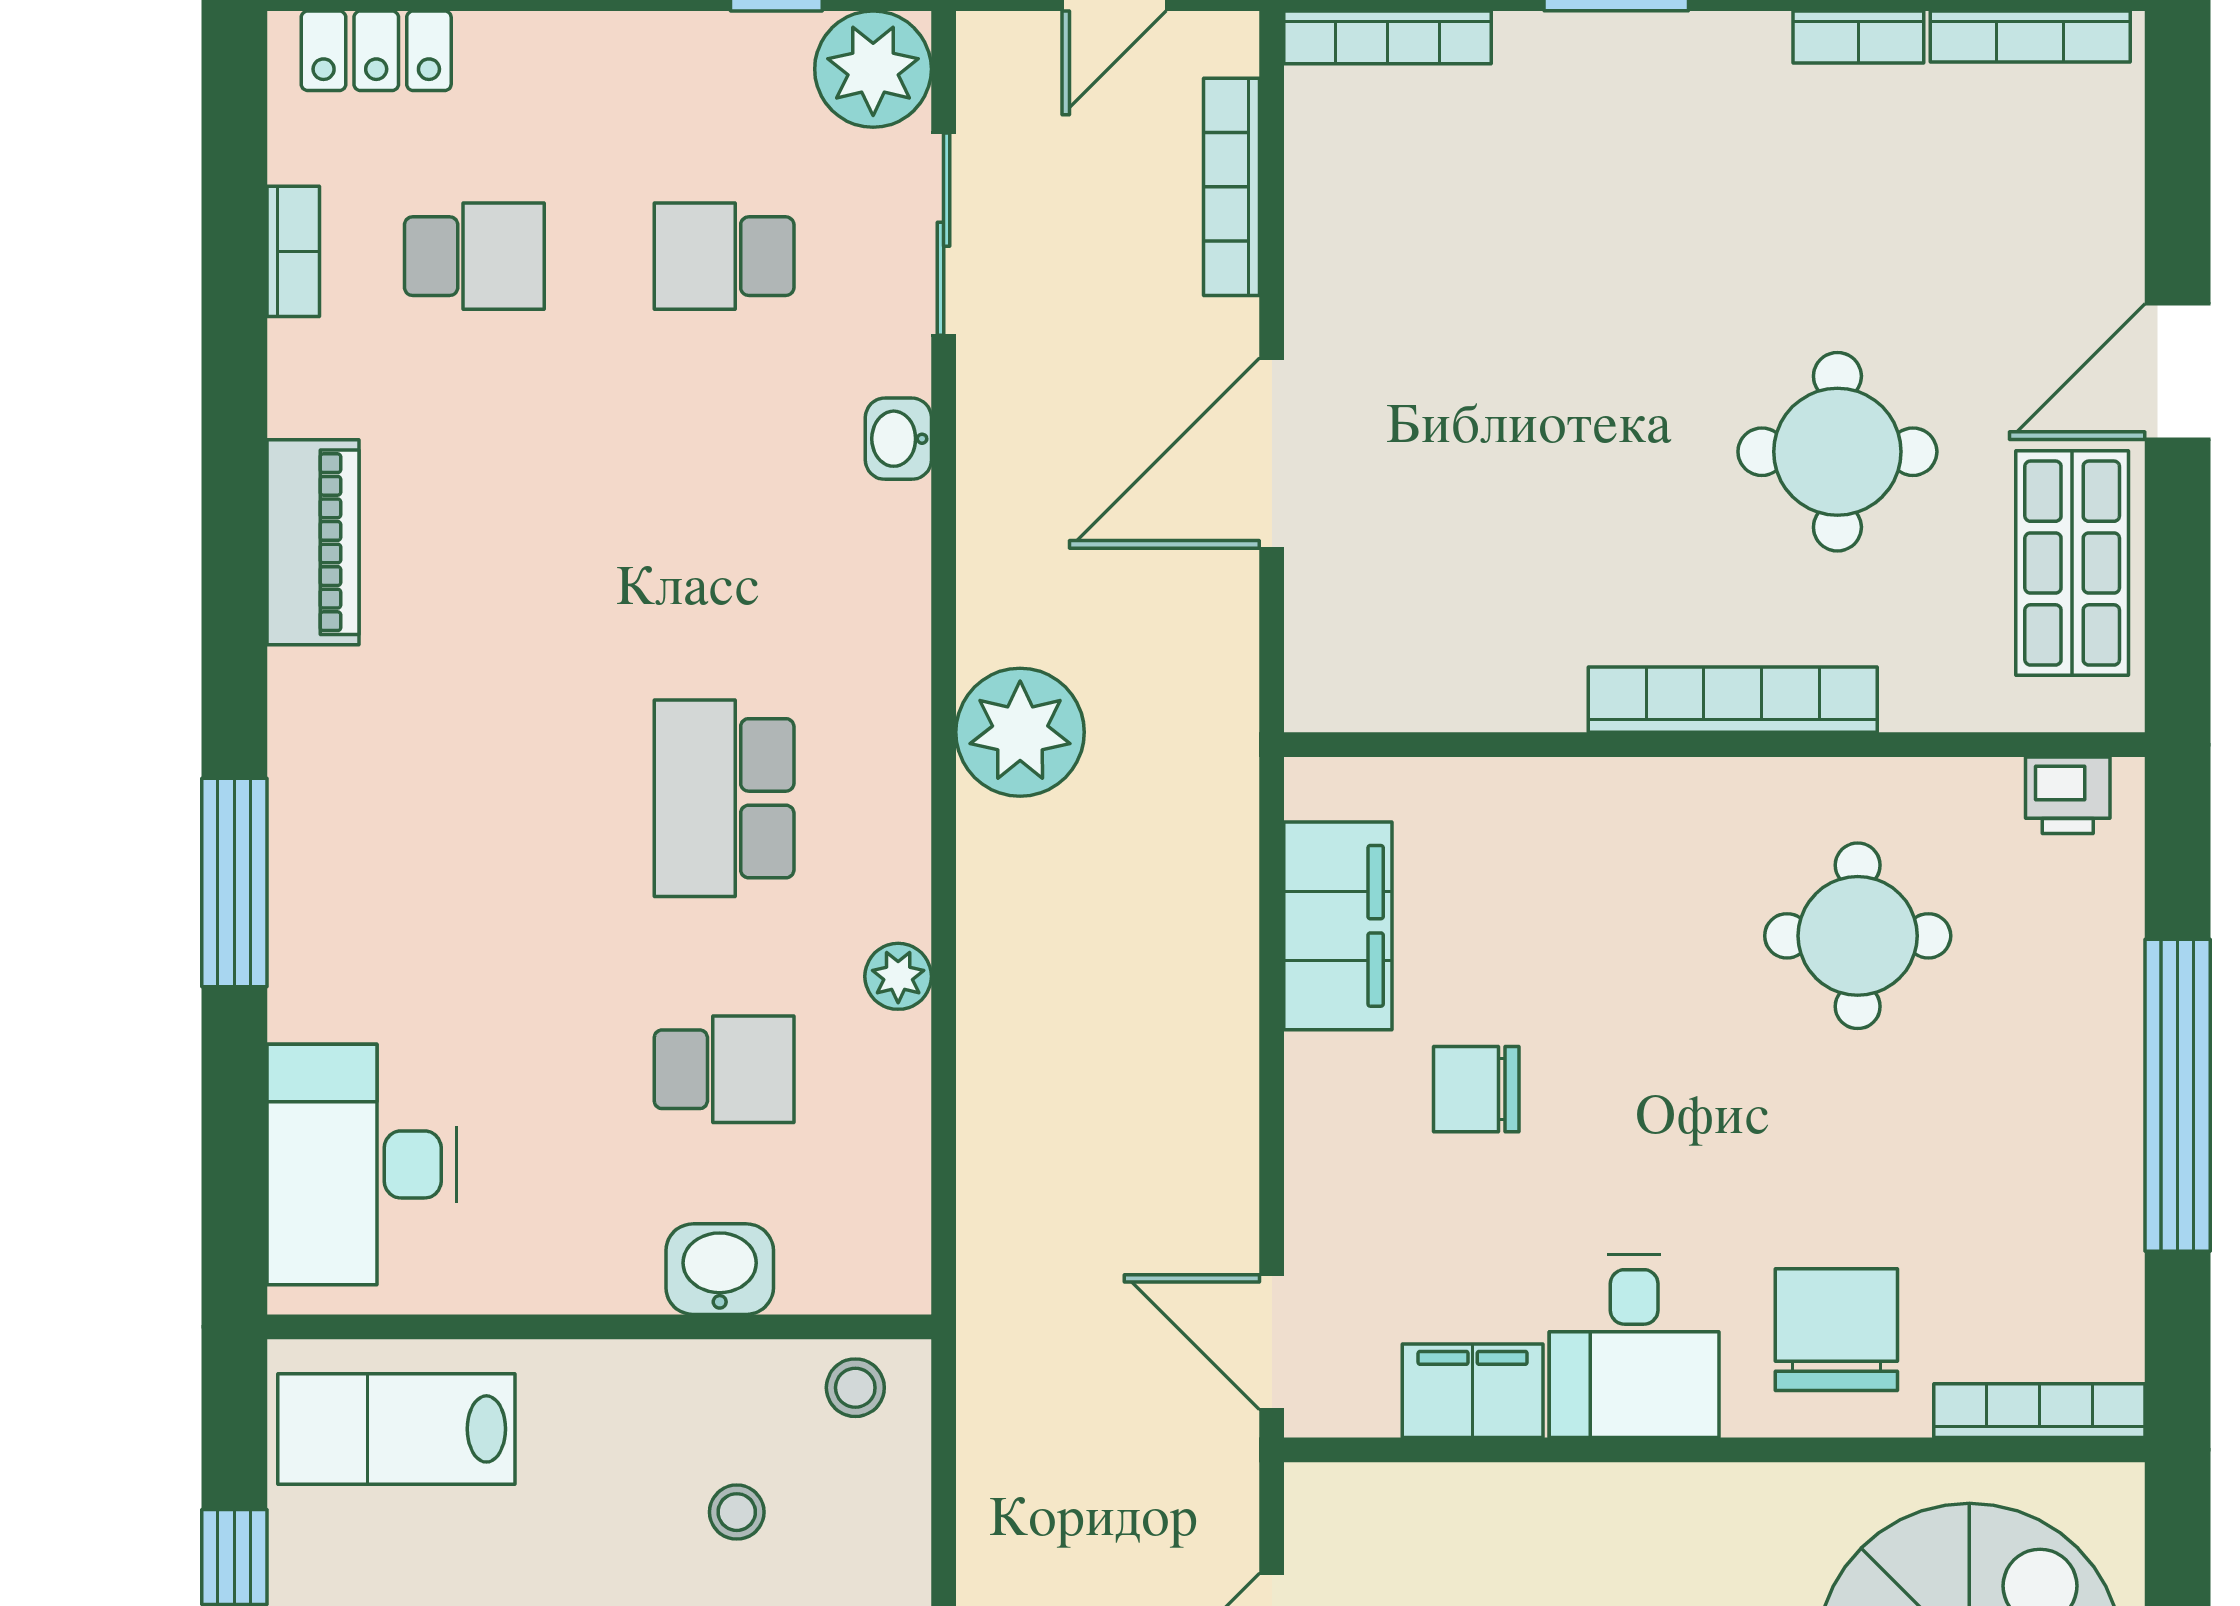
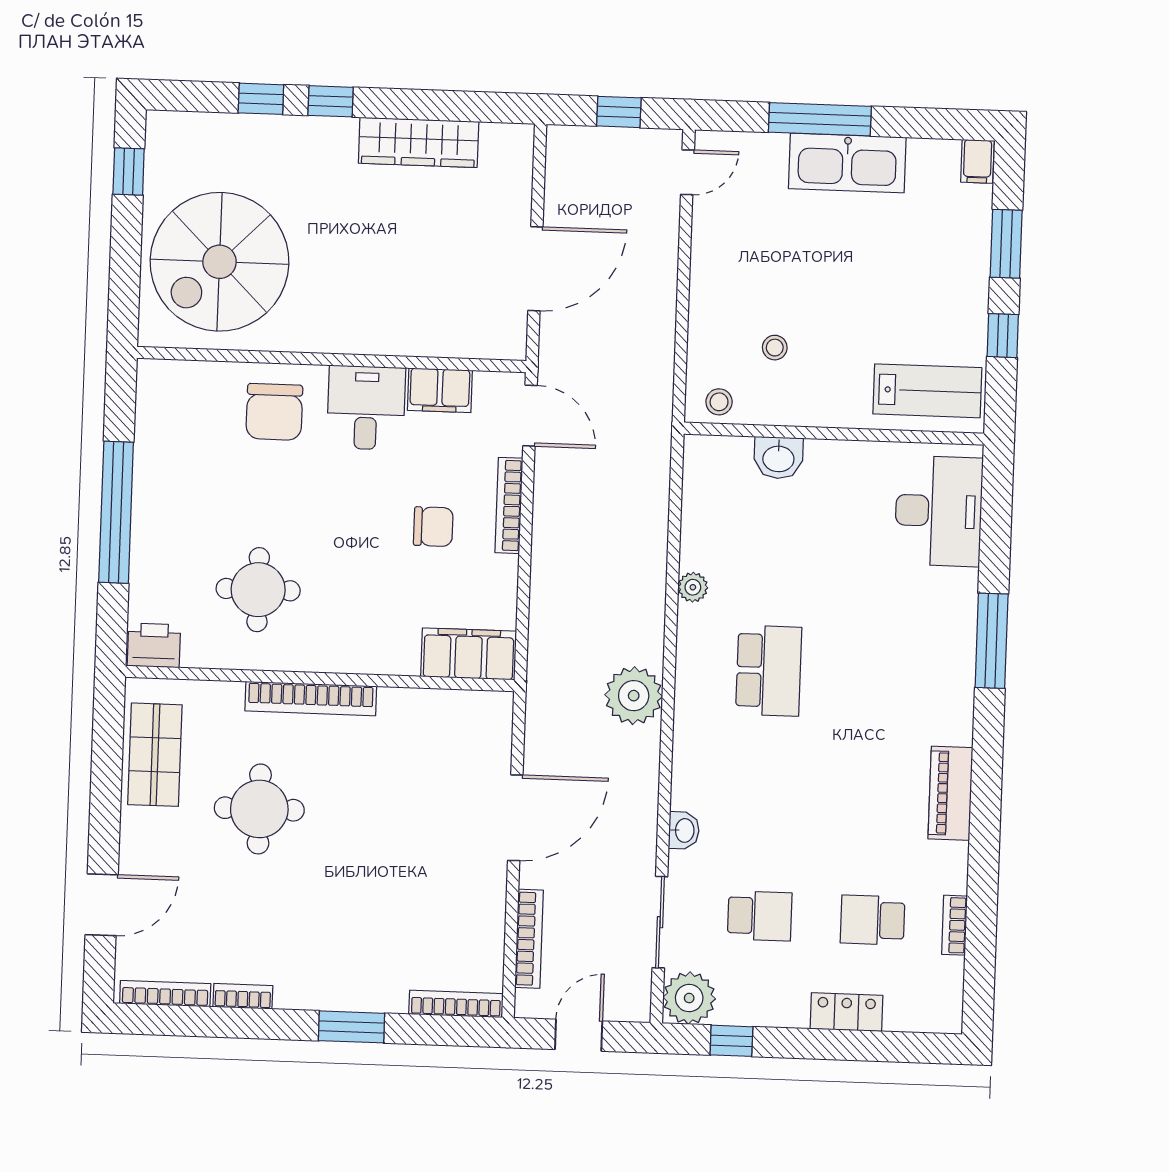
locker: (376, 51) -> (846, 1012), moved
door: (2178, 372) -> (102, 905), moved
printer: (2068, 795) -> (154, 645), width x1.36, depth x1.24
filing cabinet: (1338, 926) -> (469, 654), moved, turned 90
school desk: (724, 1069) -> (773, 548), removed
bookcase: (2039, 1411) -> (509, 505), moved, turned 90

